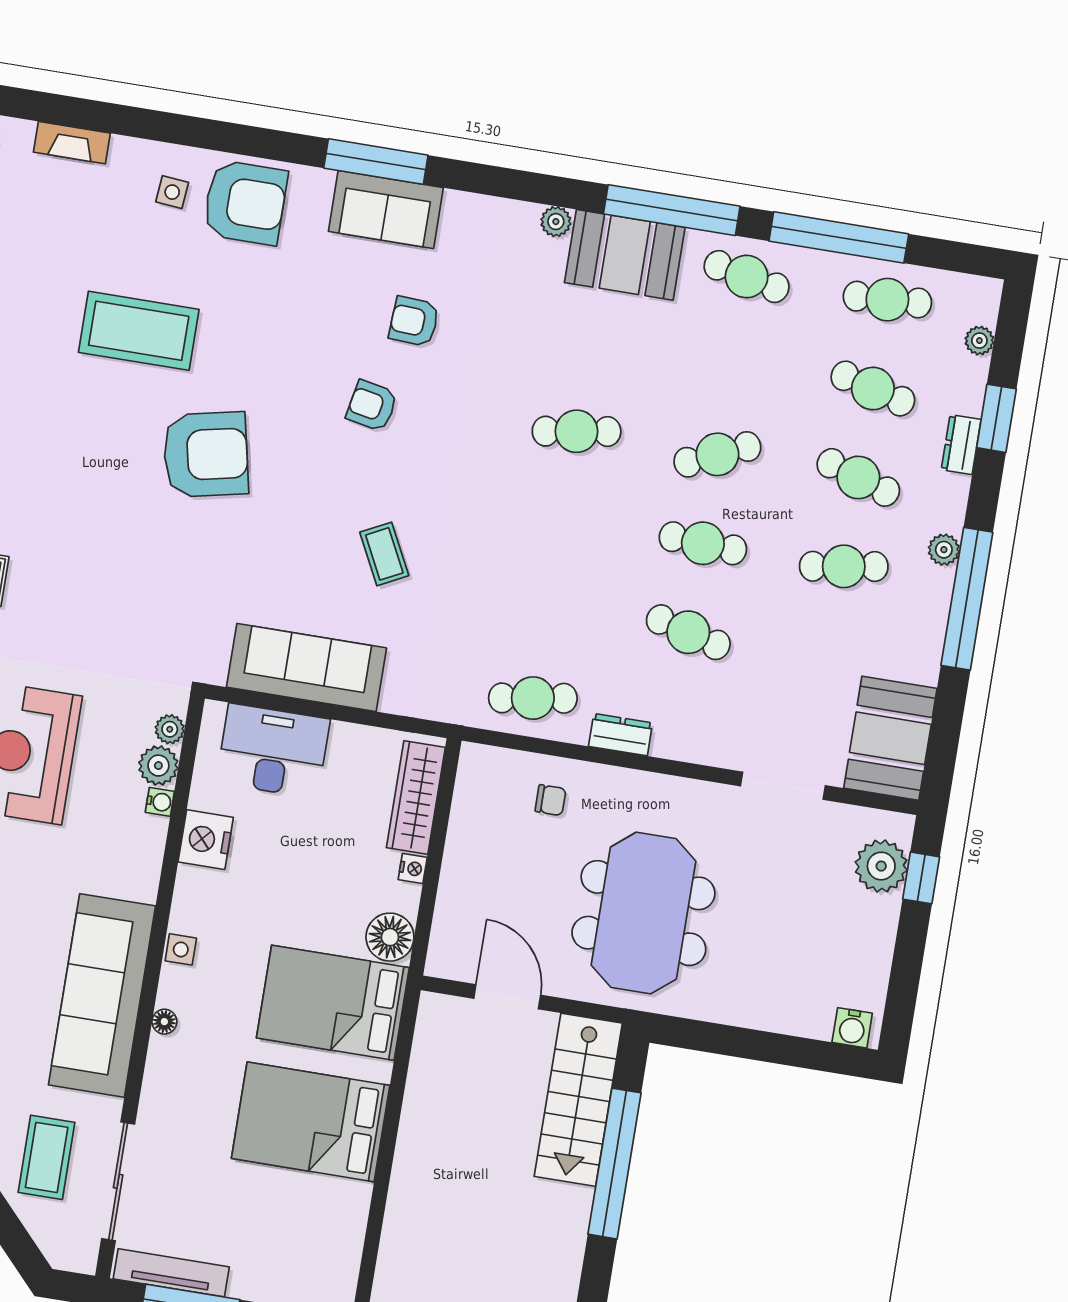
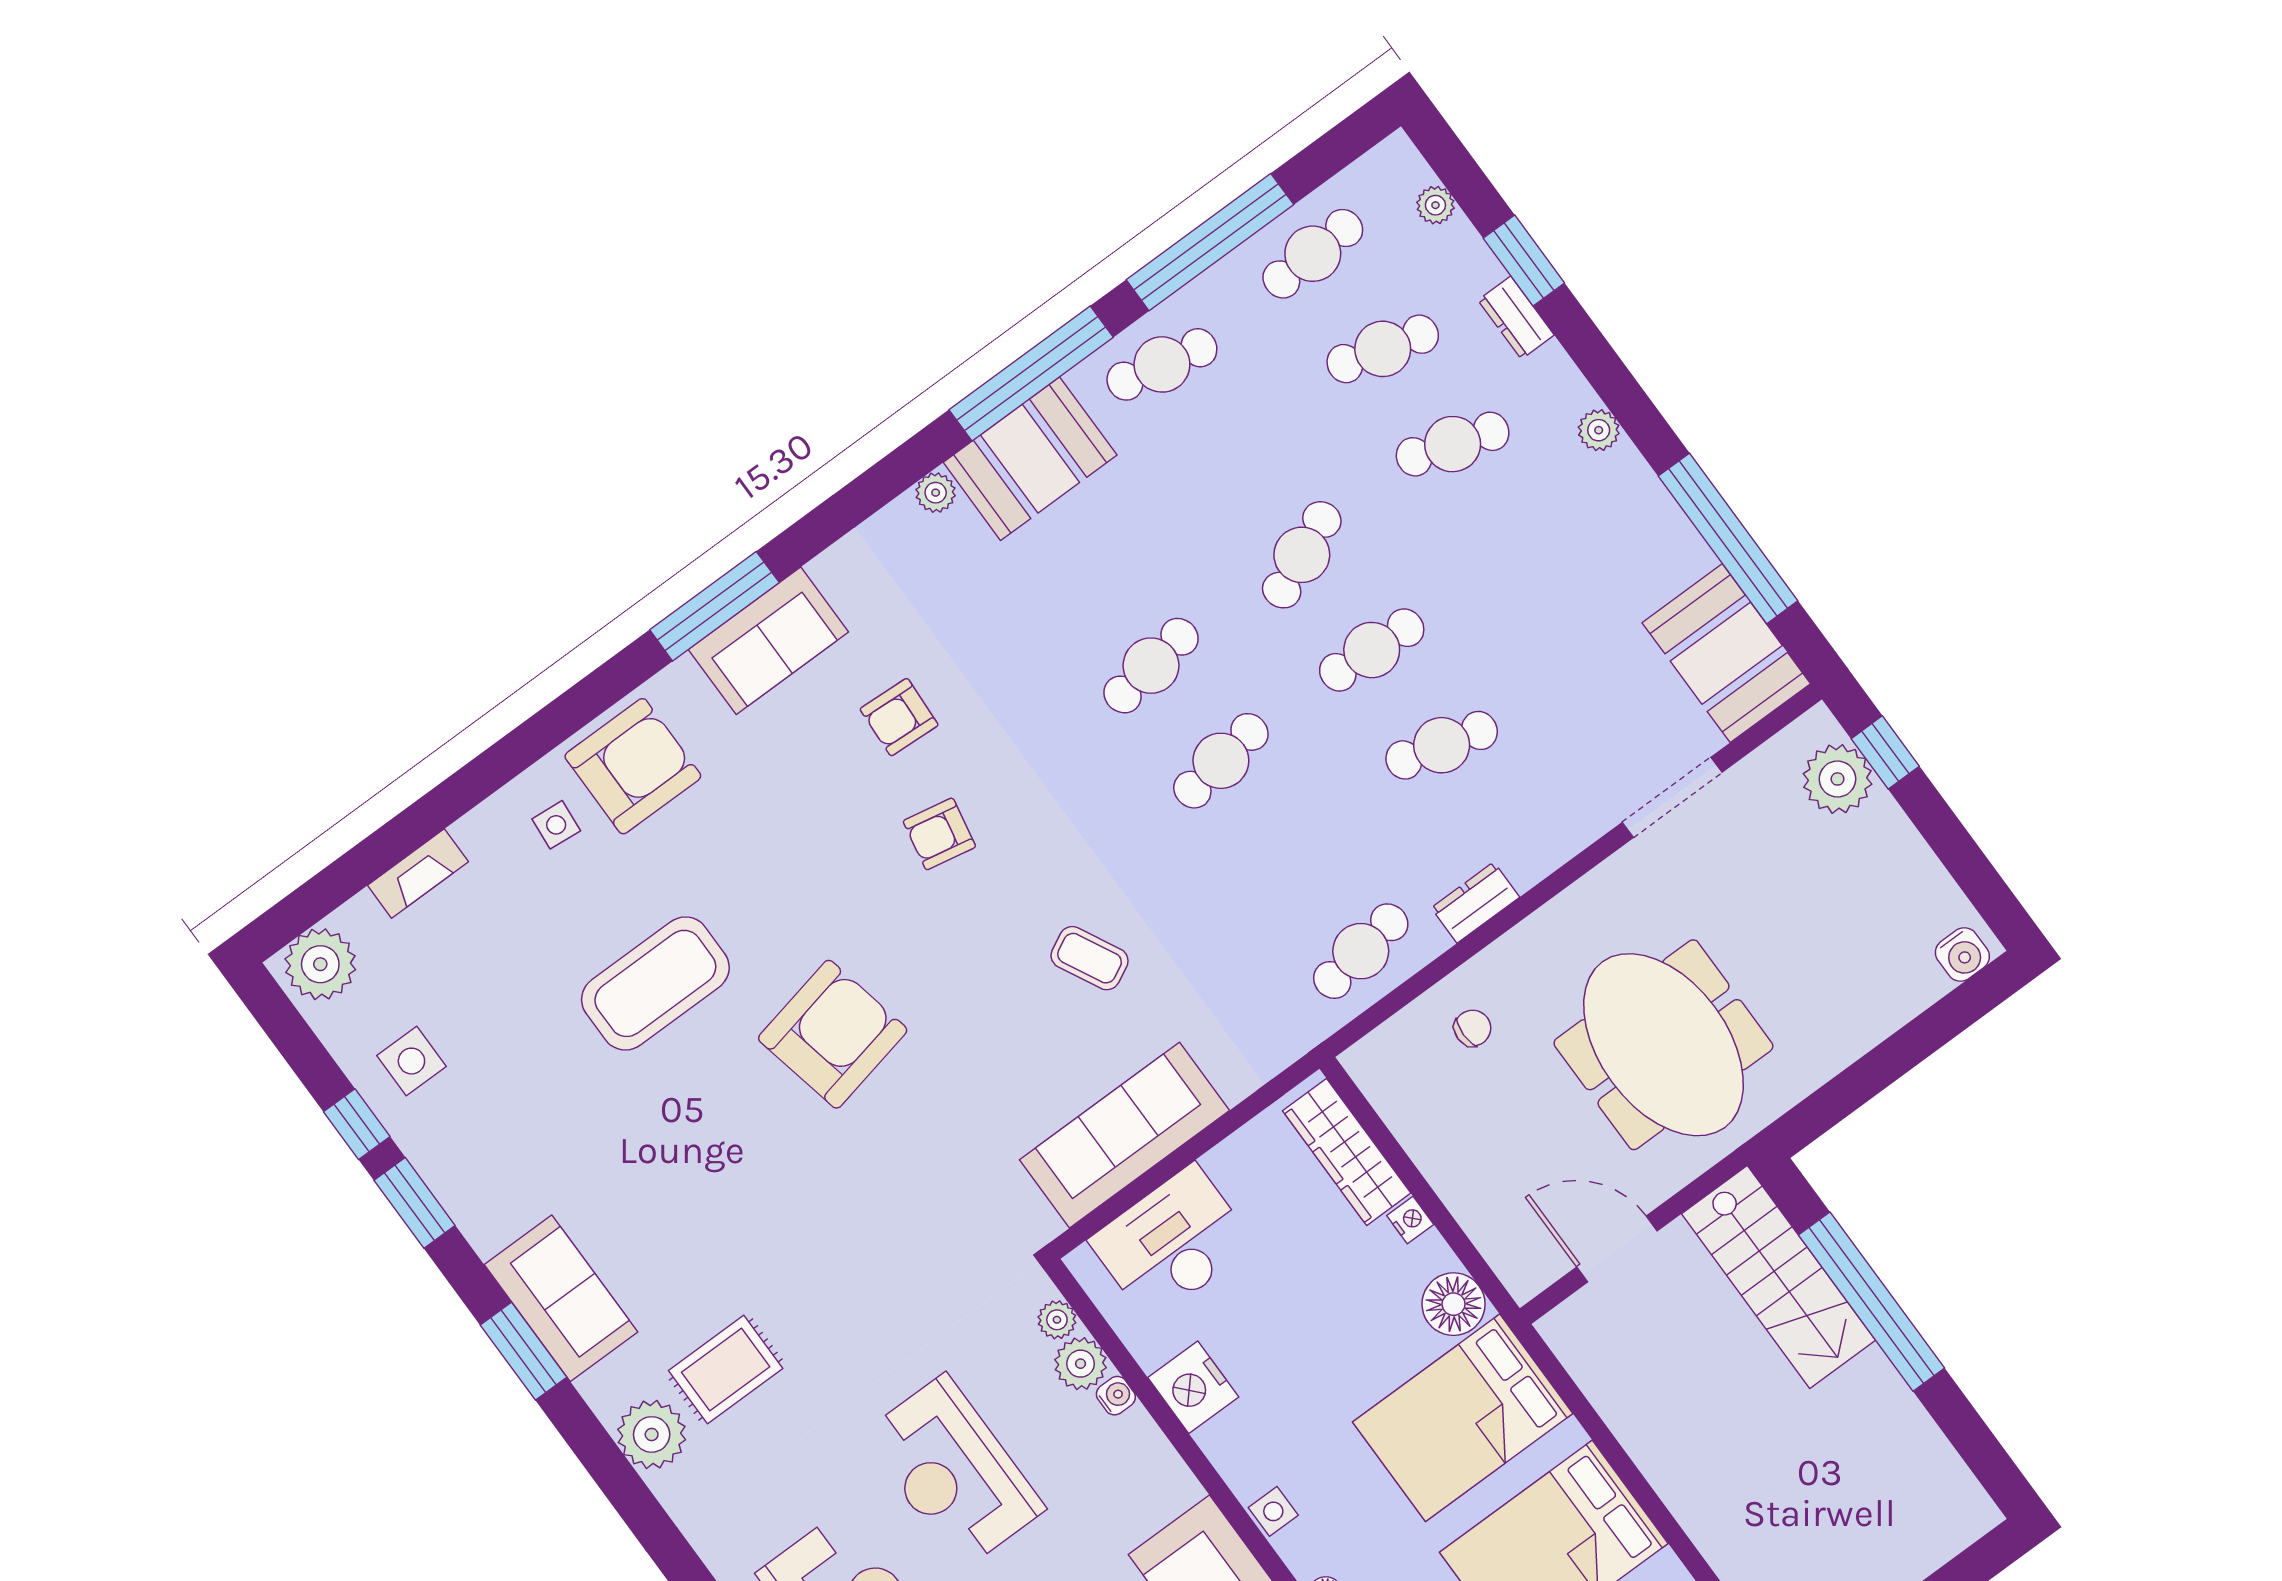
cafe table: (844, 566) -> (1221, 761), moved
window: (967, 599) -> (1728, 538), moved

